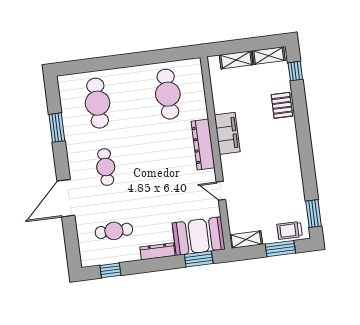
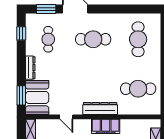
cafe table: (98, 103) -> (138, 39), turned 90
window: (57, 128) -> (46, 9), moved
cafe table: (106, 167) -> (93, 39), width x1.37, depth x1.35
door: (221, 191) -> (66, 117), swing flipped

